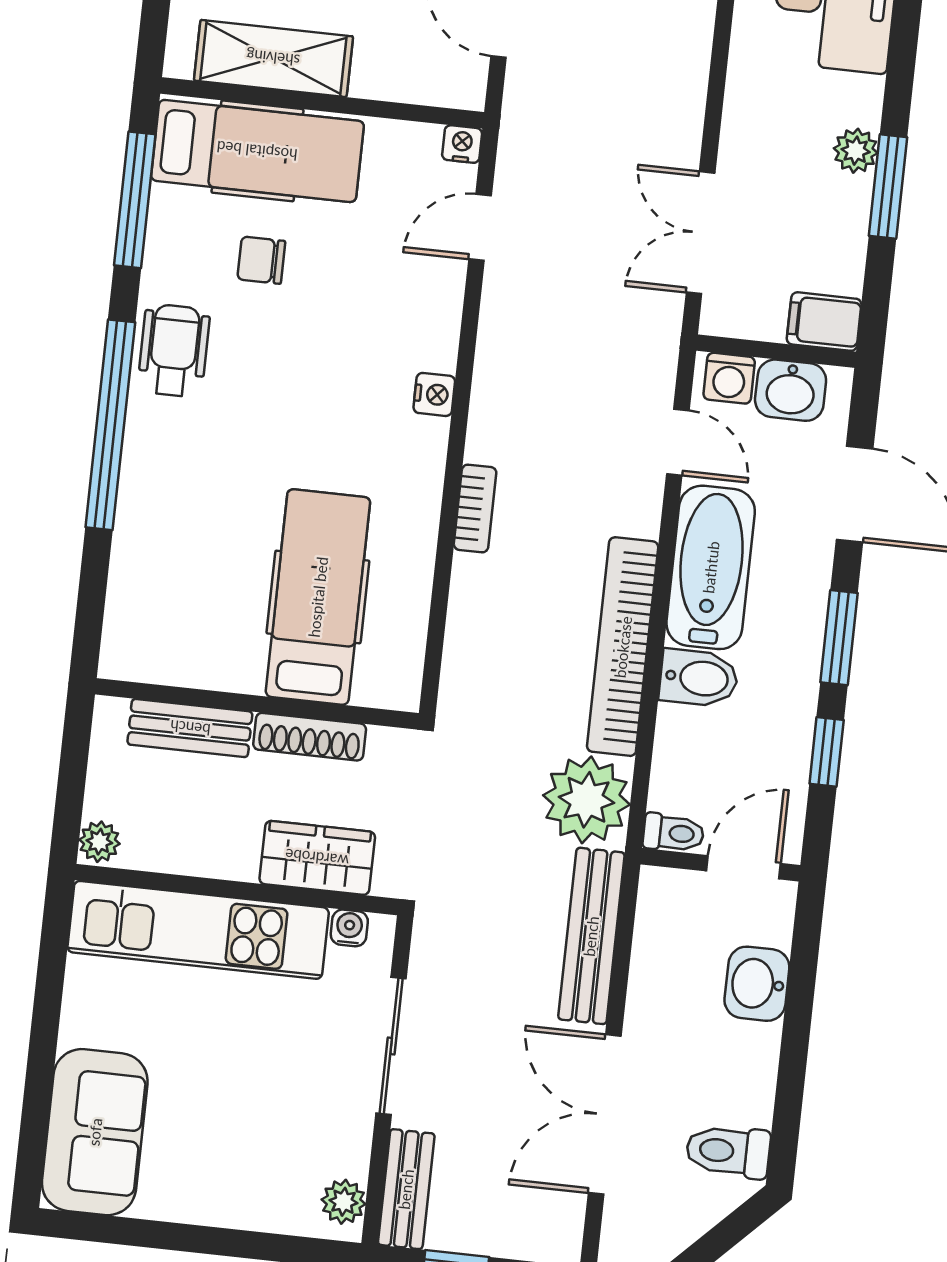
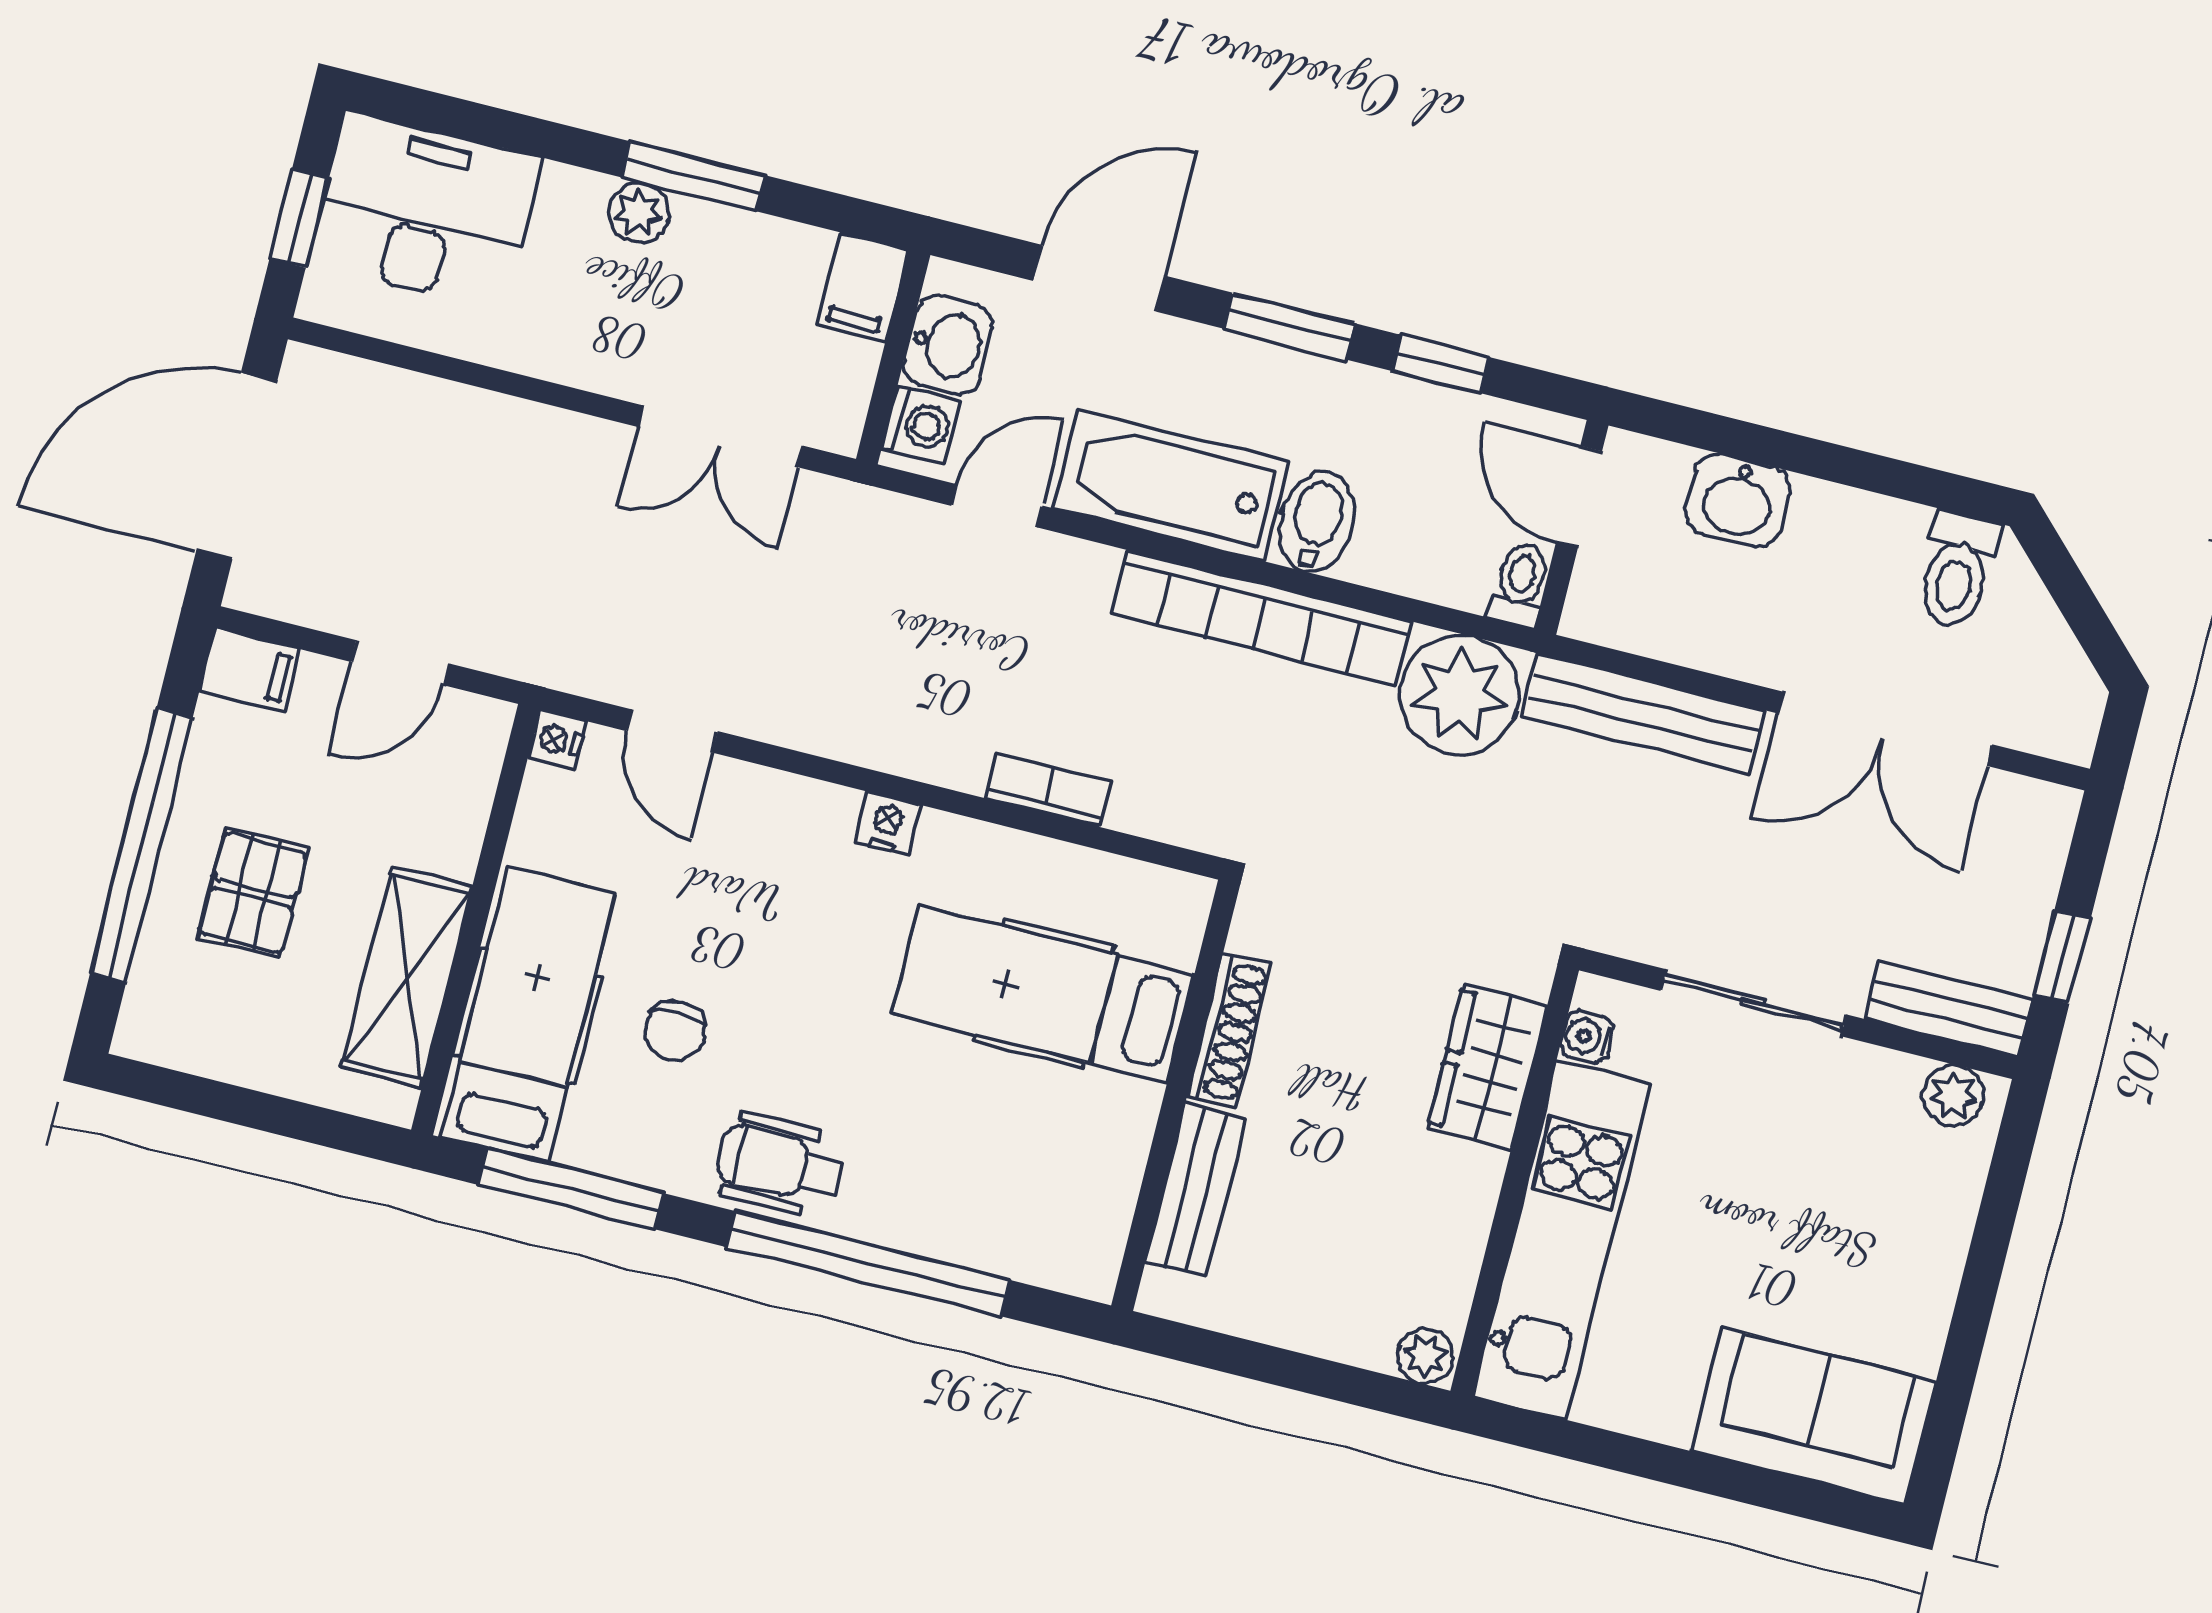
hospital bed: (318, 597) -> (1044, 994), moved
wall: (257, 704) -> (1176, 1095), moved
bench: (190, 728) -> (1196, 1190), moved
shoe rack: (310, 737) -> (1229, 1031), moved

